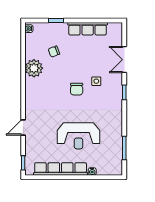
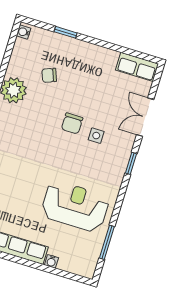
row of seats: (88, 29) -> (137, 67), moved, width x0.68
chair: (77, 89) -> (72, 123), moved
reception desk: (78, 136) -> (75, 206), moved, turned 180

